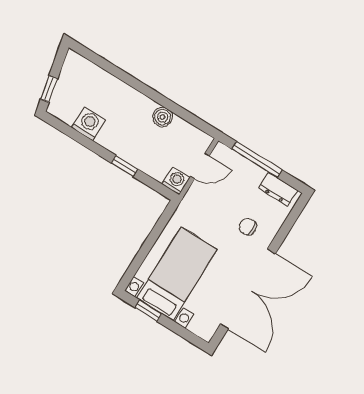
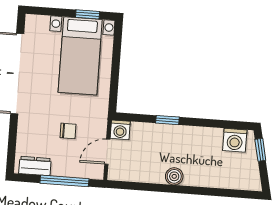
boiler: (163, 117) -> (174, 176), moved
washing machine: (89, 124) -> (235, 140), moved
chair: (248, 227) -> (68, 131), moved

